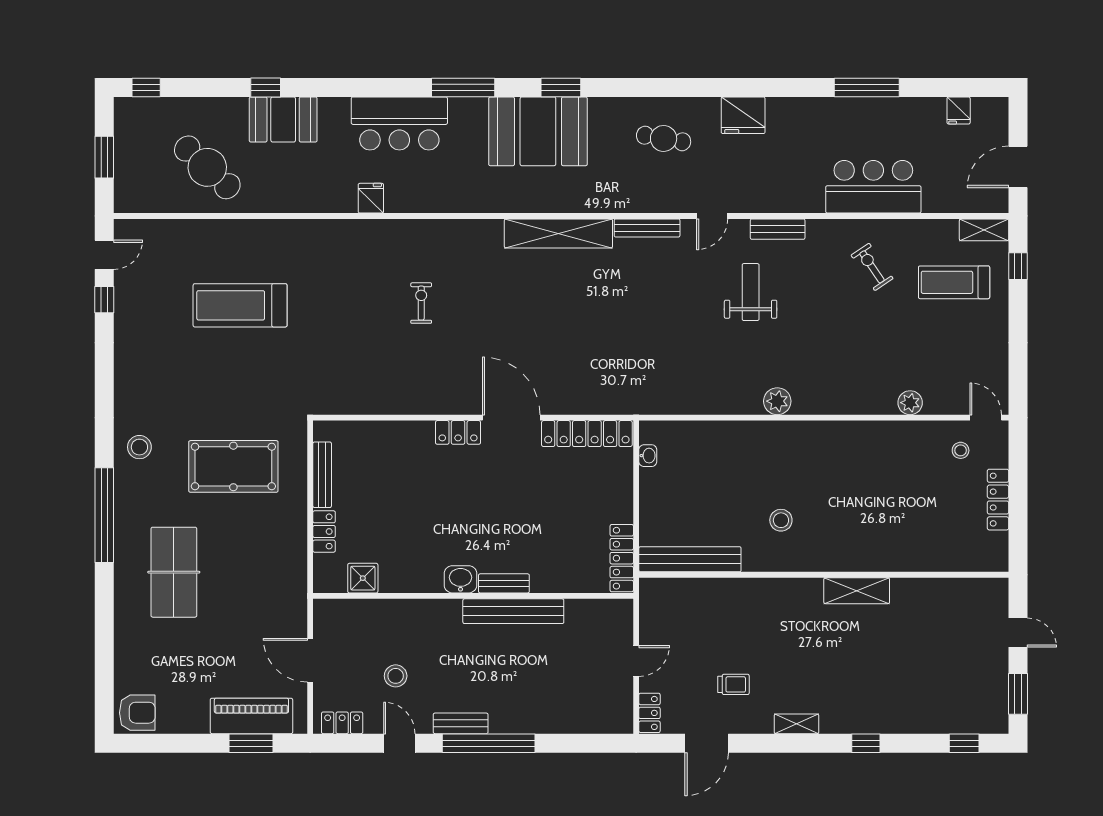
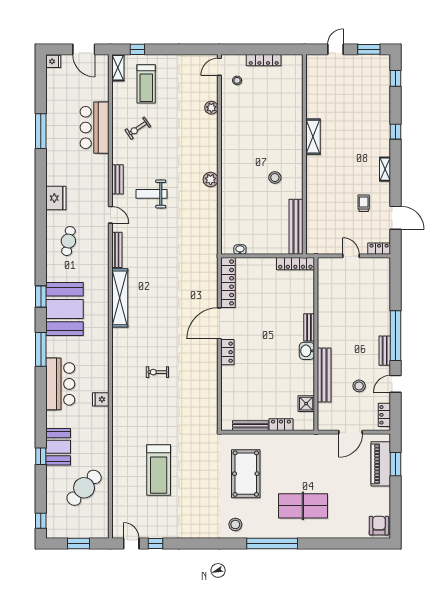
fridge: (959, 110) -> (53, 61), moved
bench: (513, 611) -> (324, 375), moved

